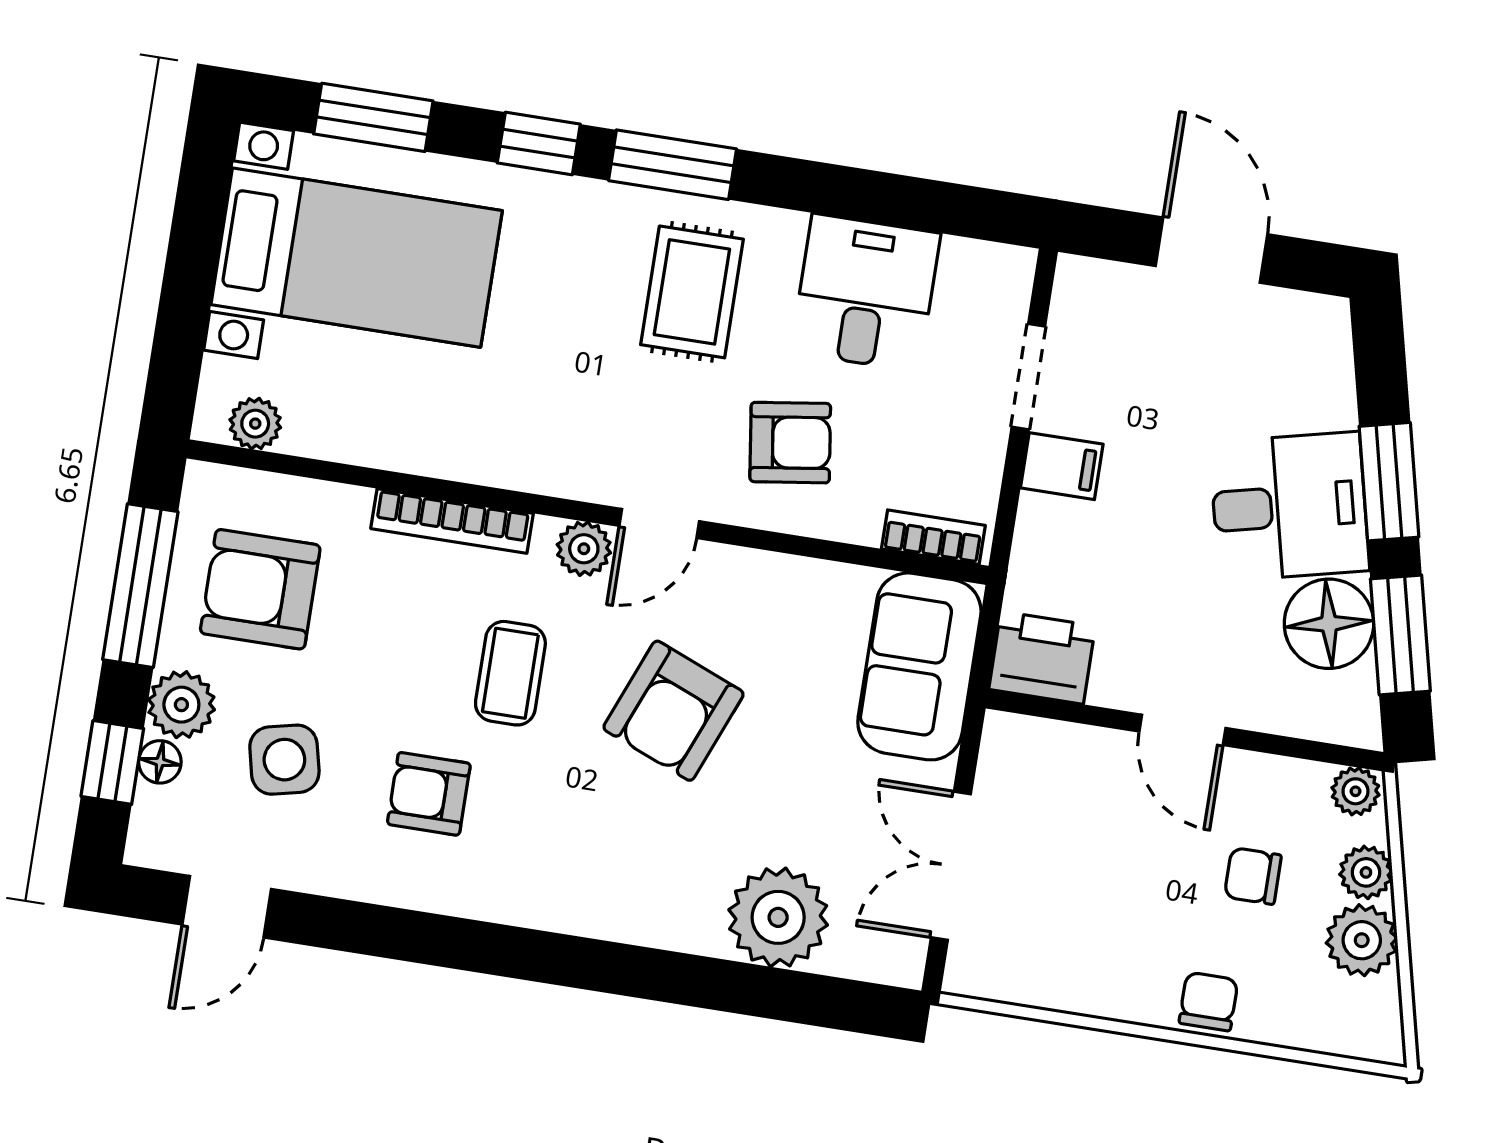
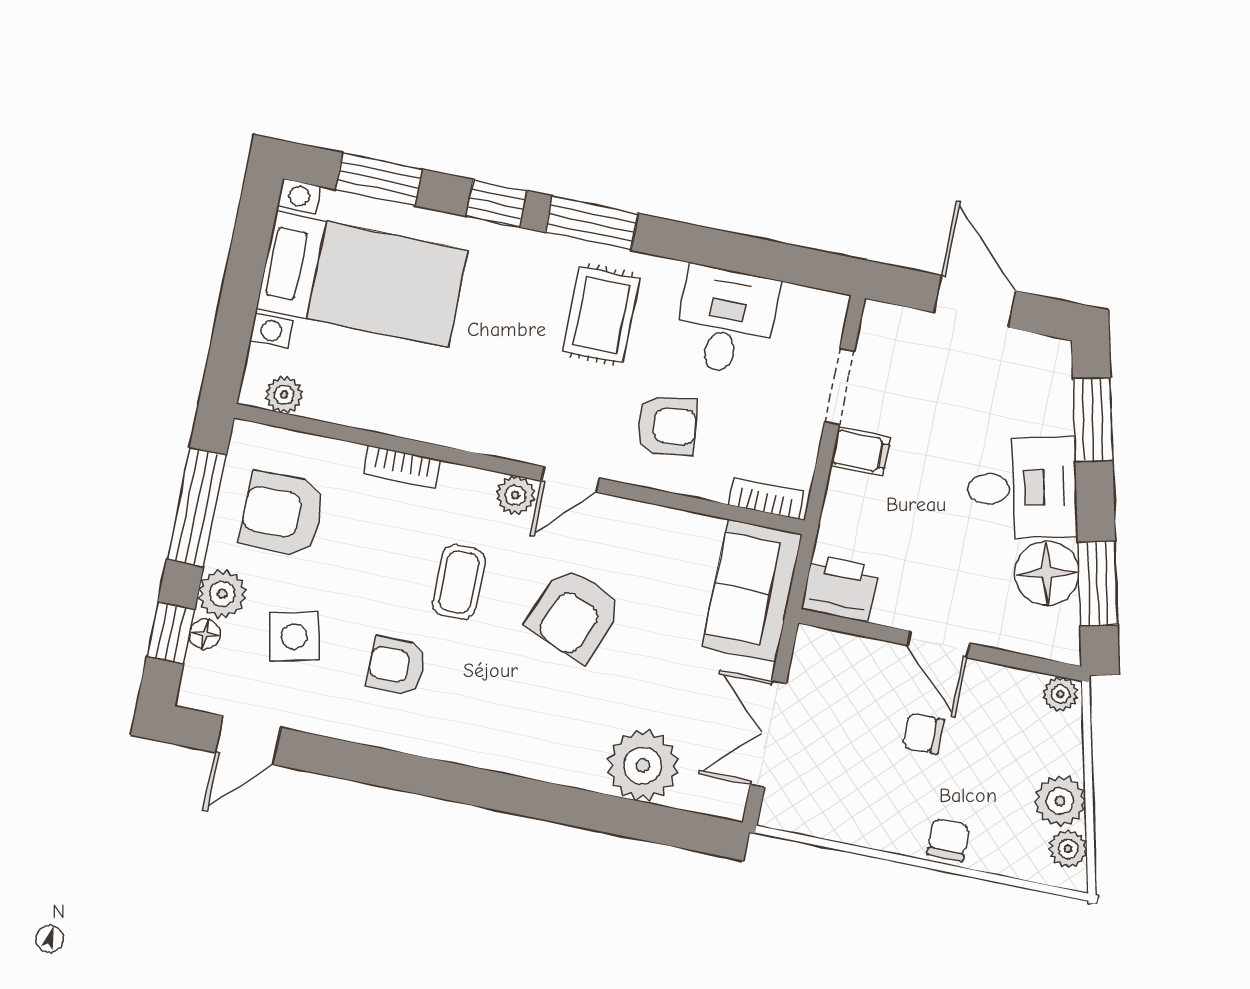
window: (1389, 482) -> (1093, 419), moved
bookcase: (452, 521) -> (402, 467), width x0.64
plant: (1366, 872) -> (1068, 849), moved
chair: (1253, 876) -> (923, 733), moved

